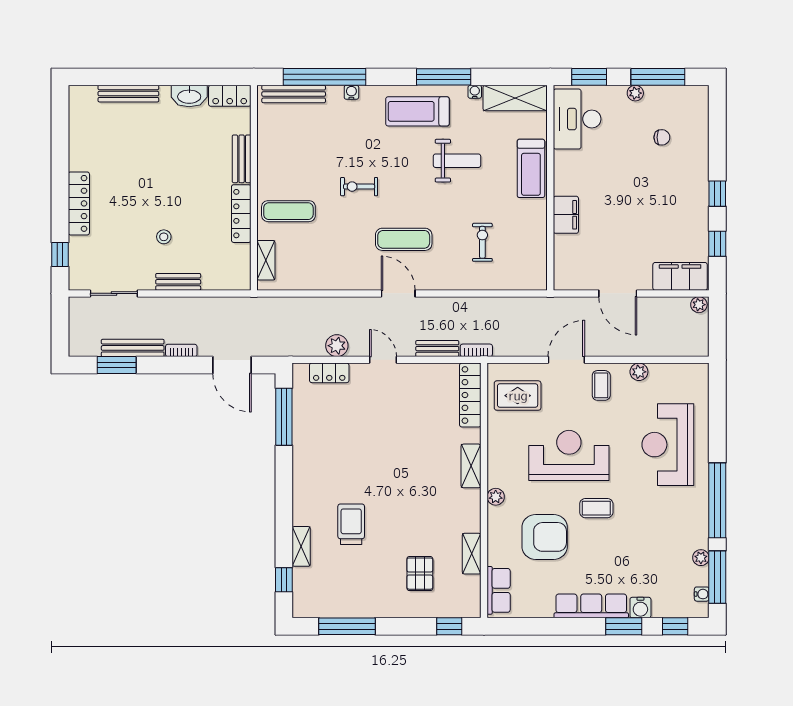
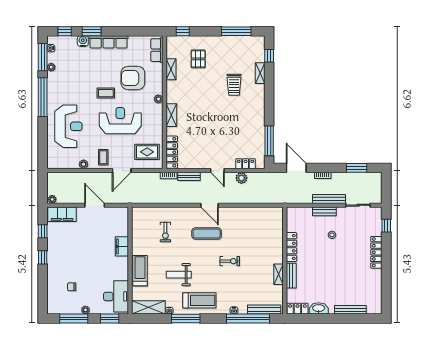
exercise mat: (288, 211) -> (267, 248), removed
shelving: (266, 260) -> (279, 274), moved
bench: (133, 348) -> (329, 199), moved
reception desk: (569, 455) -> (120, 121), turned 180

